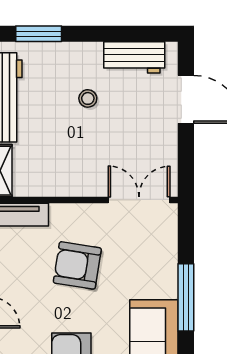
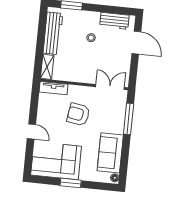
window: (186, 297) -> (129, 119), moved

